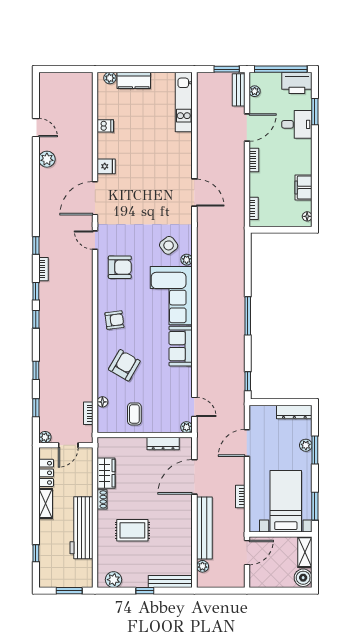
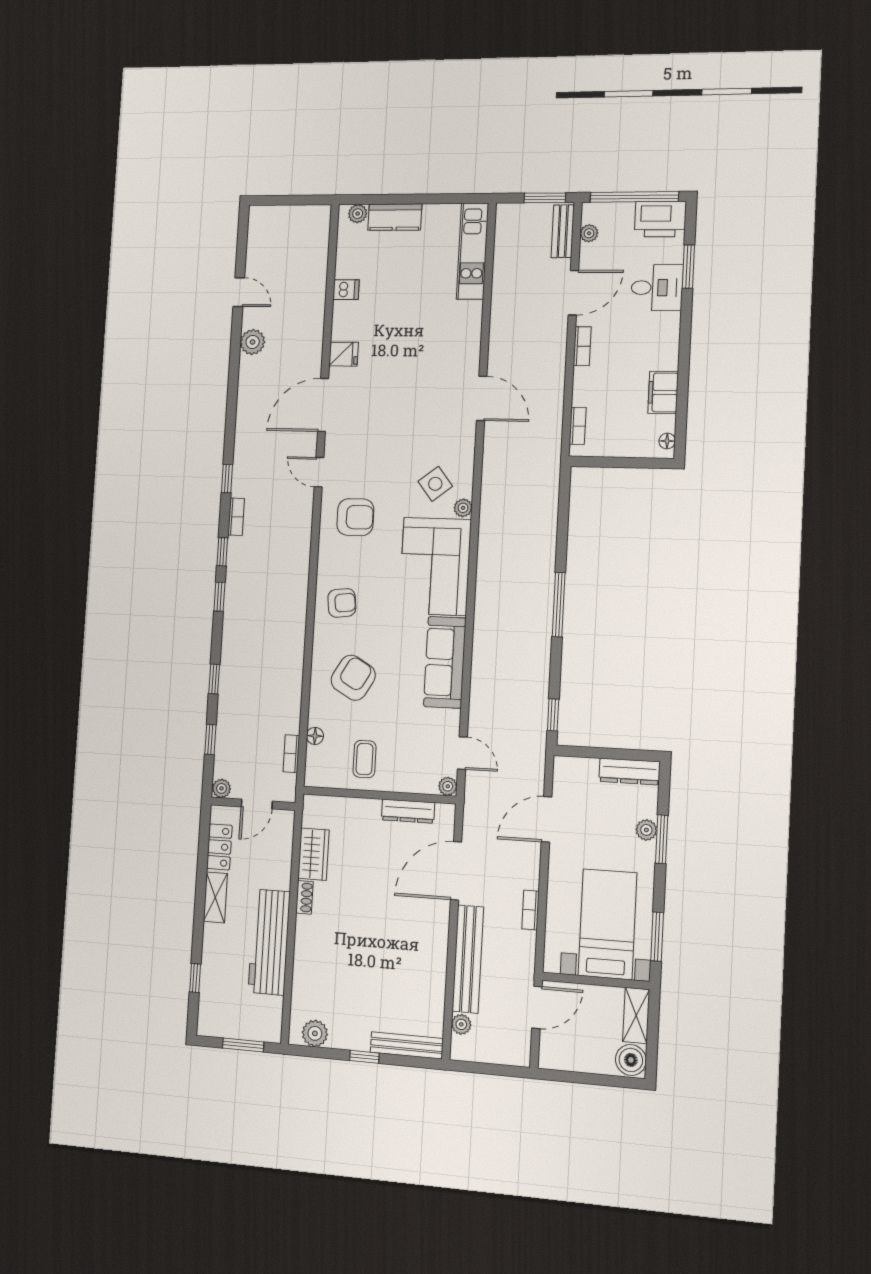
sofa: (181, 346) -> (445, 662), width x1.36
rug: (132, 530) -> (350, 953), removed

